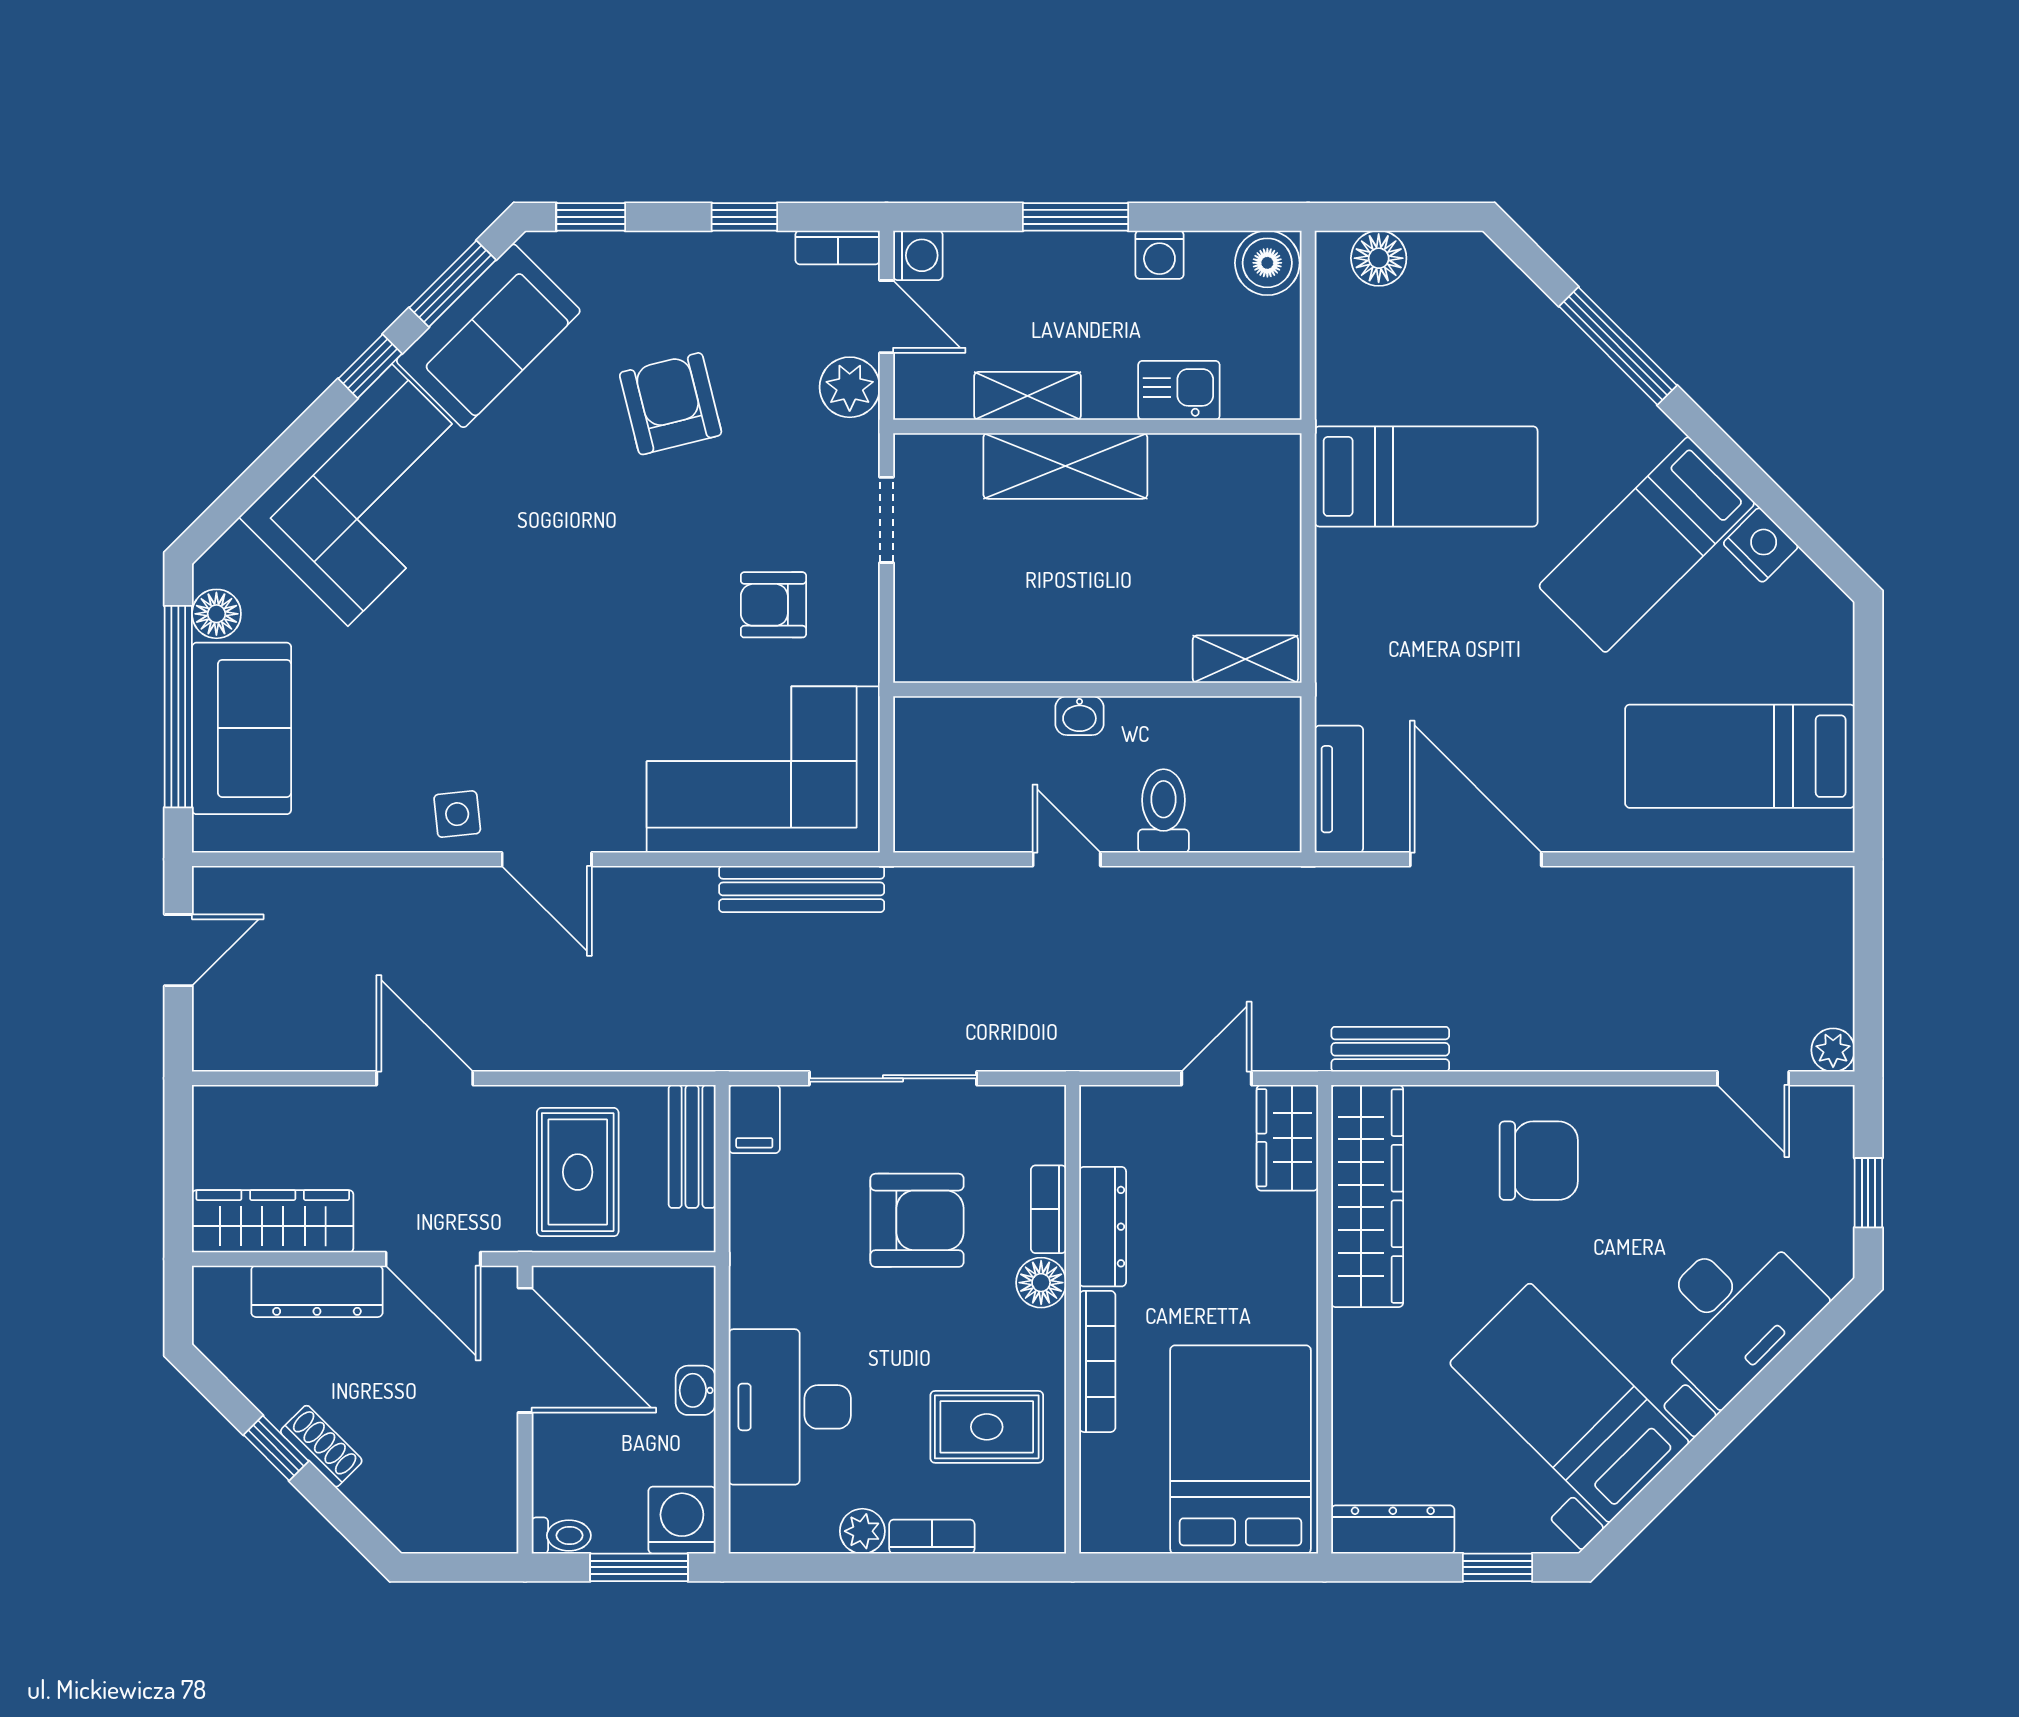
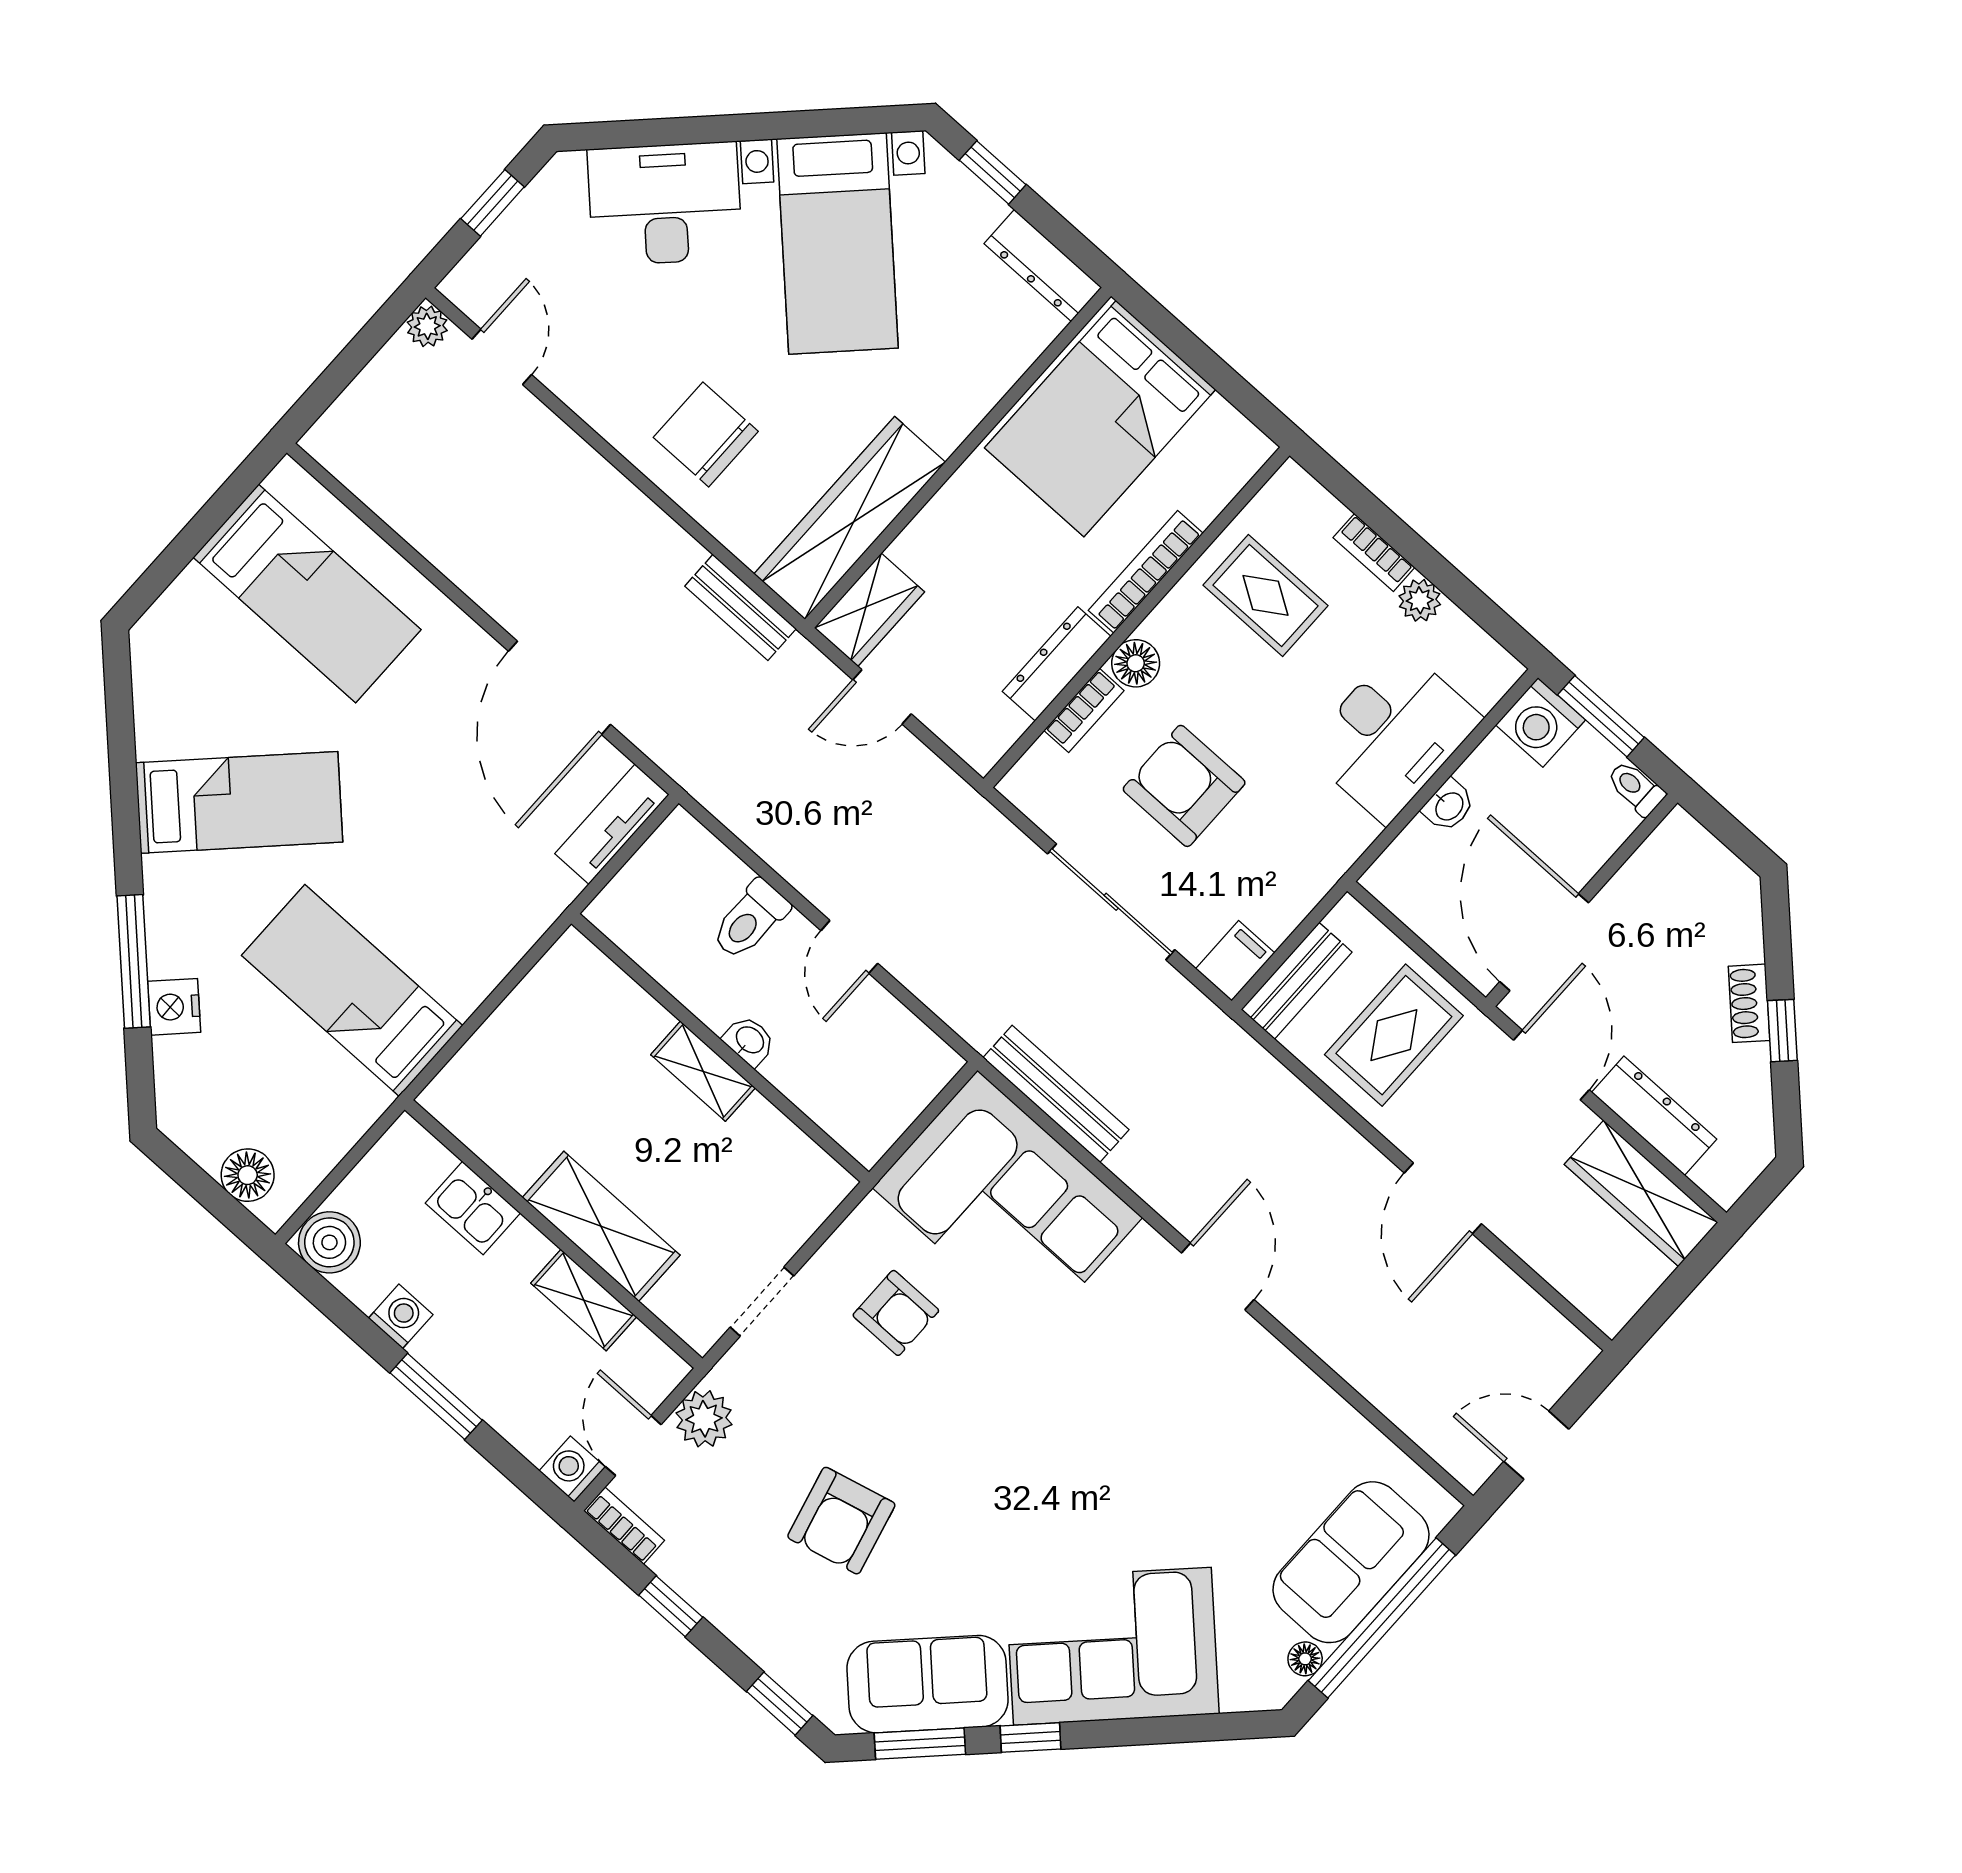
nightstand: (1761, 545) -> (174, 1007), moved
floor lamp: (216, 614) -> (1305, 1659), width x0.73, depth x0.73
shelving: (1245, 659) -> (703, 1071), moved
side table: (457, 814) -> (1253, 1365), removed

